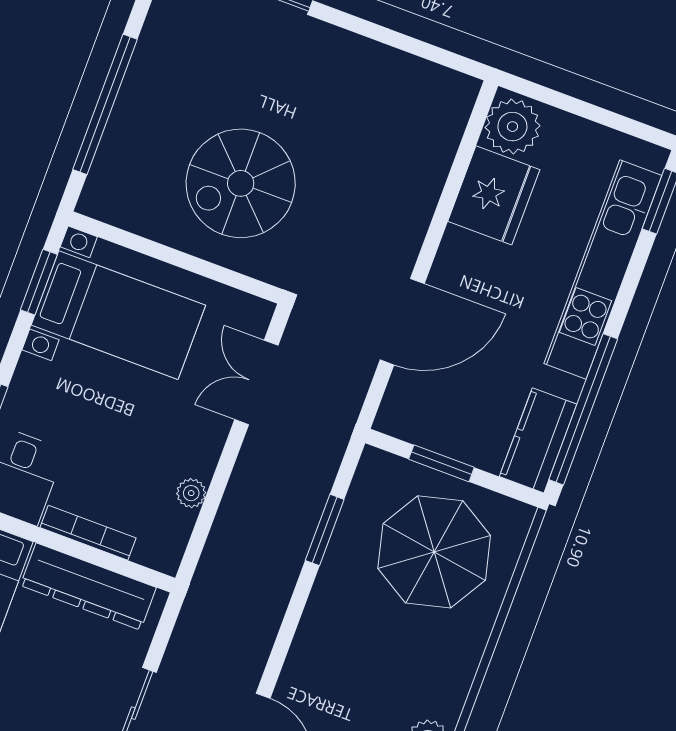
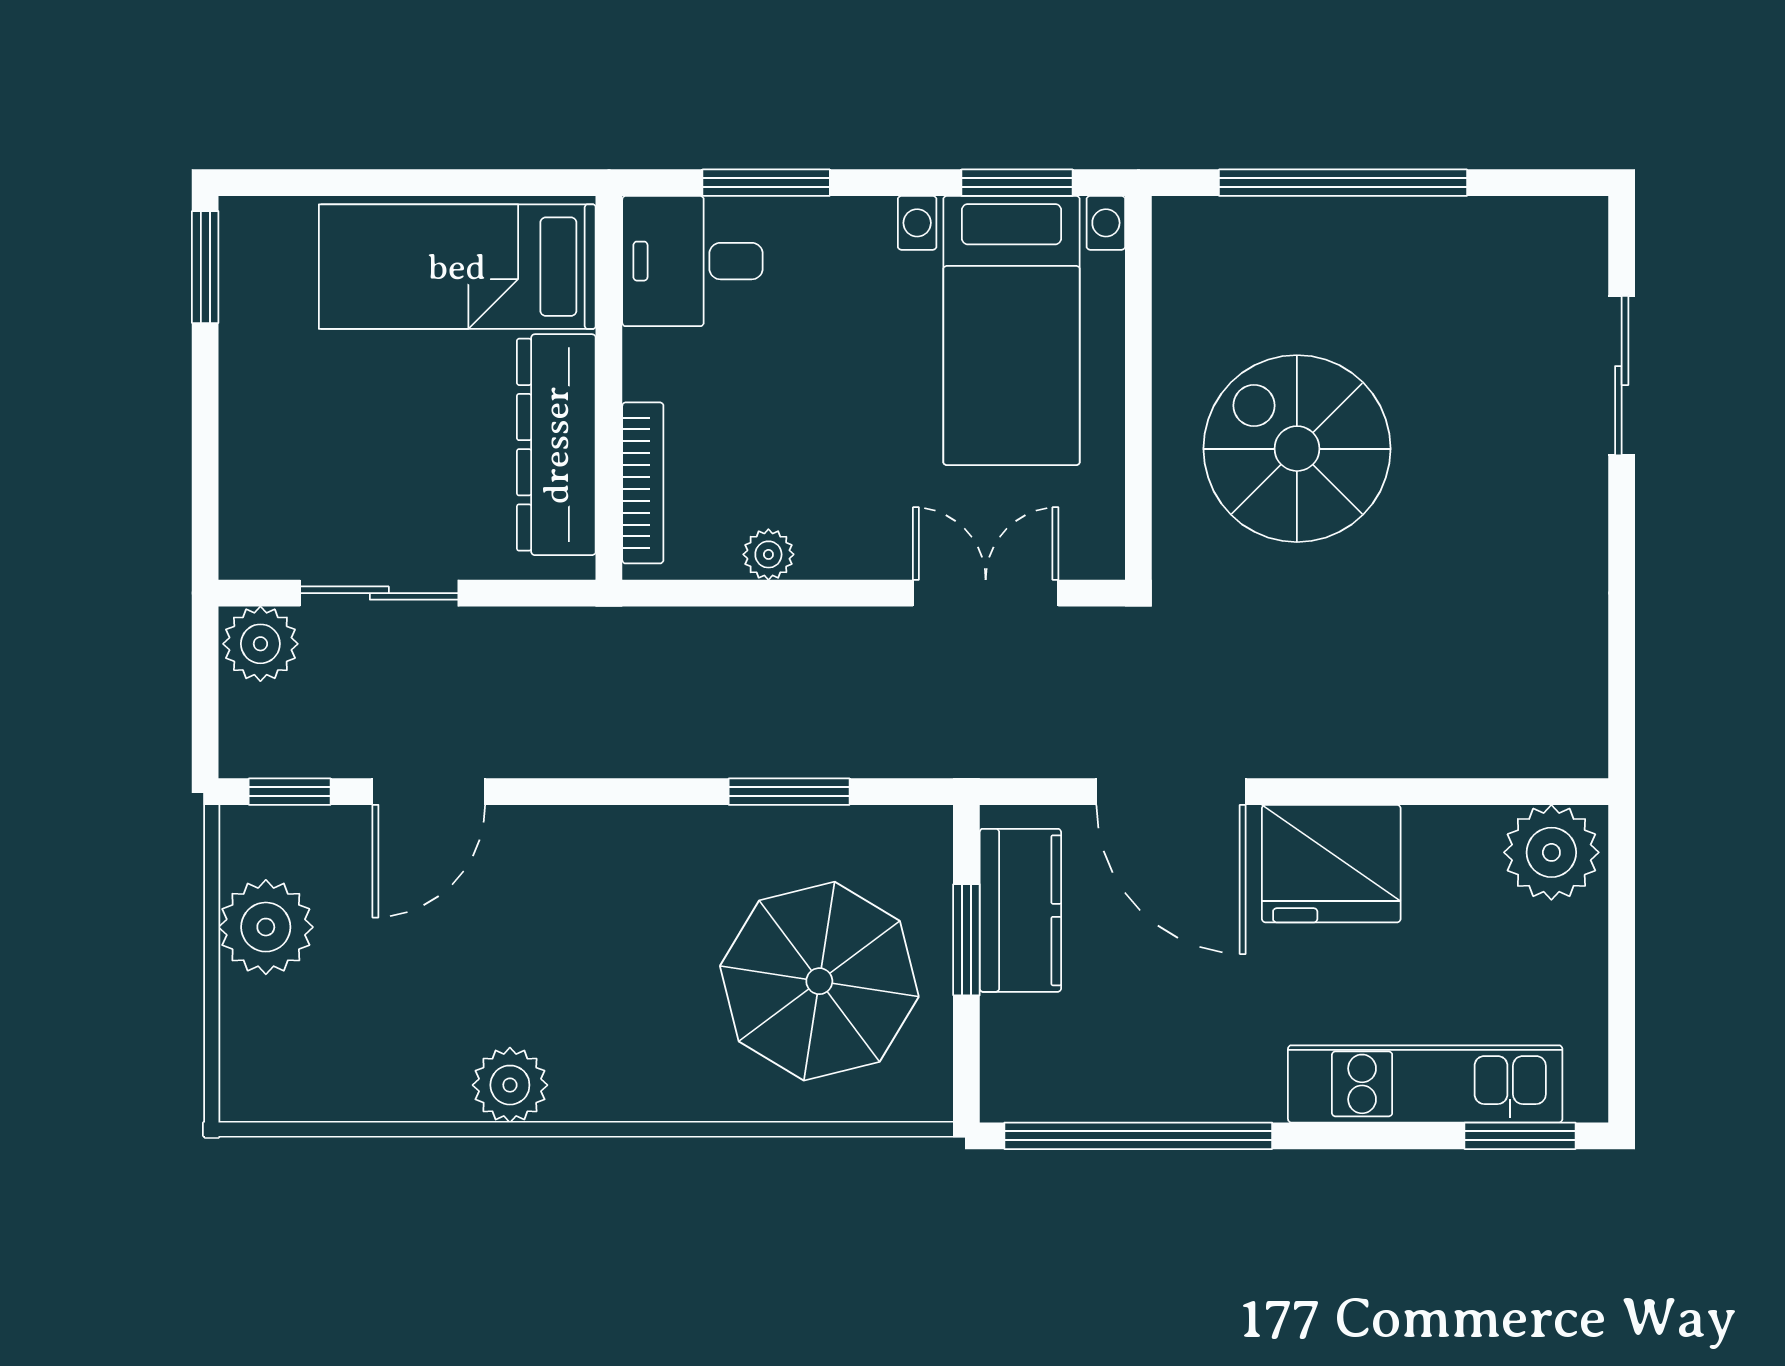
fridge: (494, 195) -> (1331, 864), moved
kitchen unit: (603, 270) -> (1425, 1084), width x0.73
kitchen counter: (538, 440) -> (1020, 910), moved, turned 90
bookcase: (88, 533) -> (643, 483), moved

